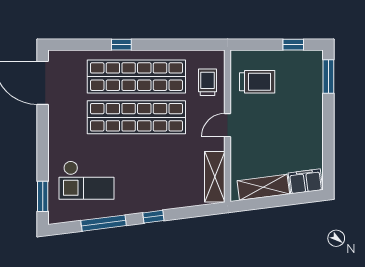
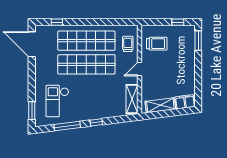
window: (121, 45) -> (57, 22), moved
checkout: (87, 180) -> (57, 101), turned 90

